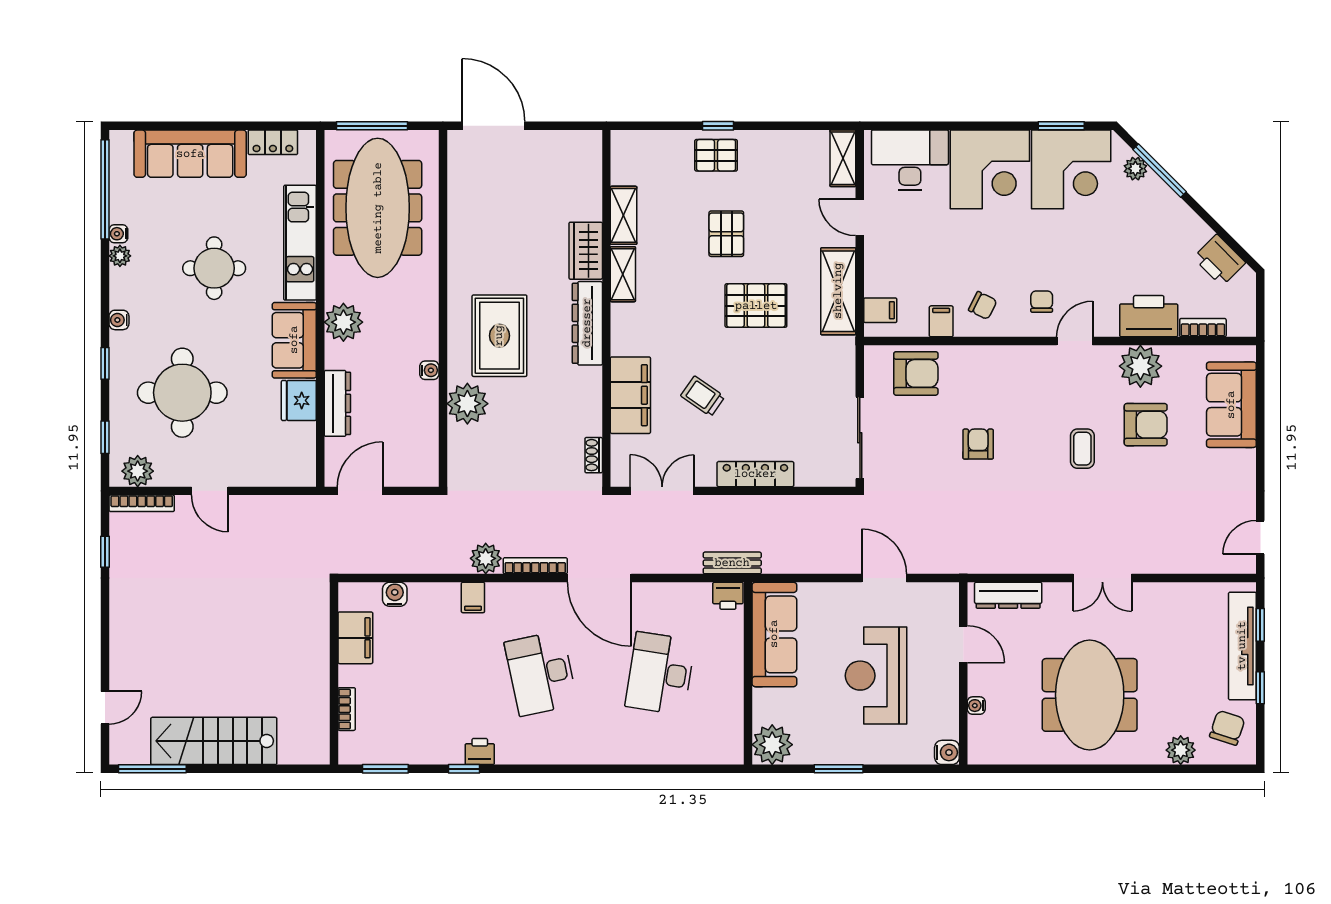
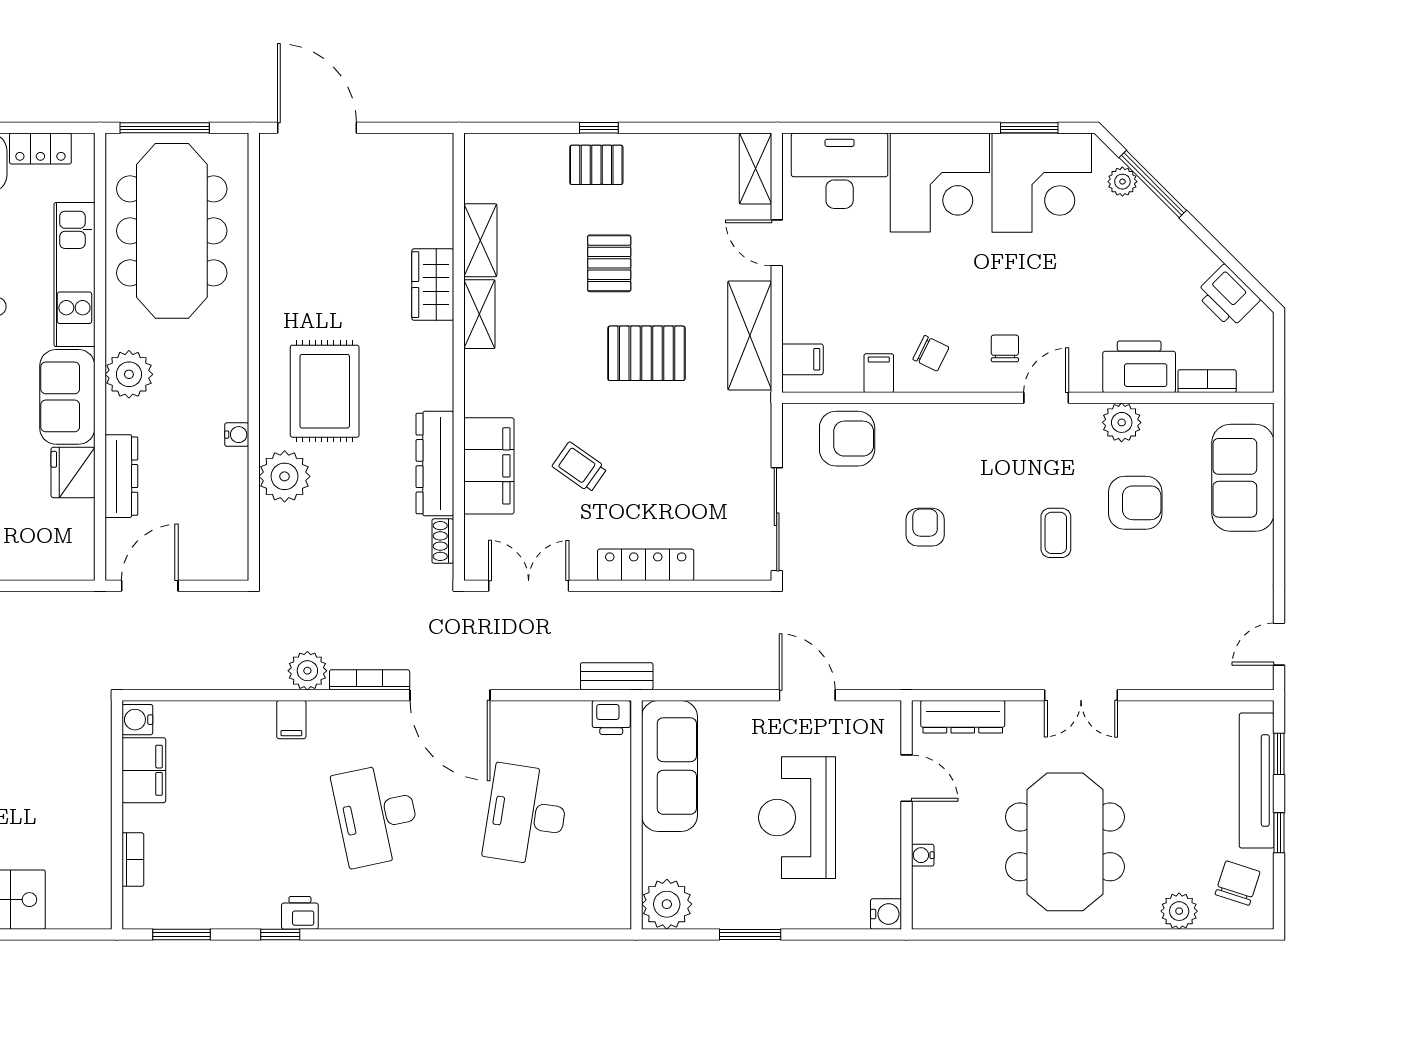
dresser: (587, 323) -> (435, 464), moved
plant: (1140, 366) -> (1122, 422), width x0.73, depth x0.73
water cooler: (395, 594) -> (137, 720), moved, turned -90

